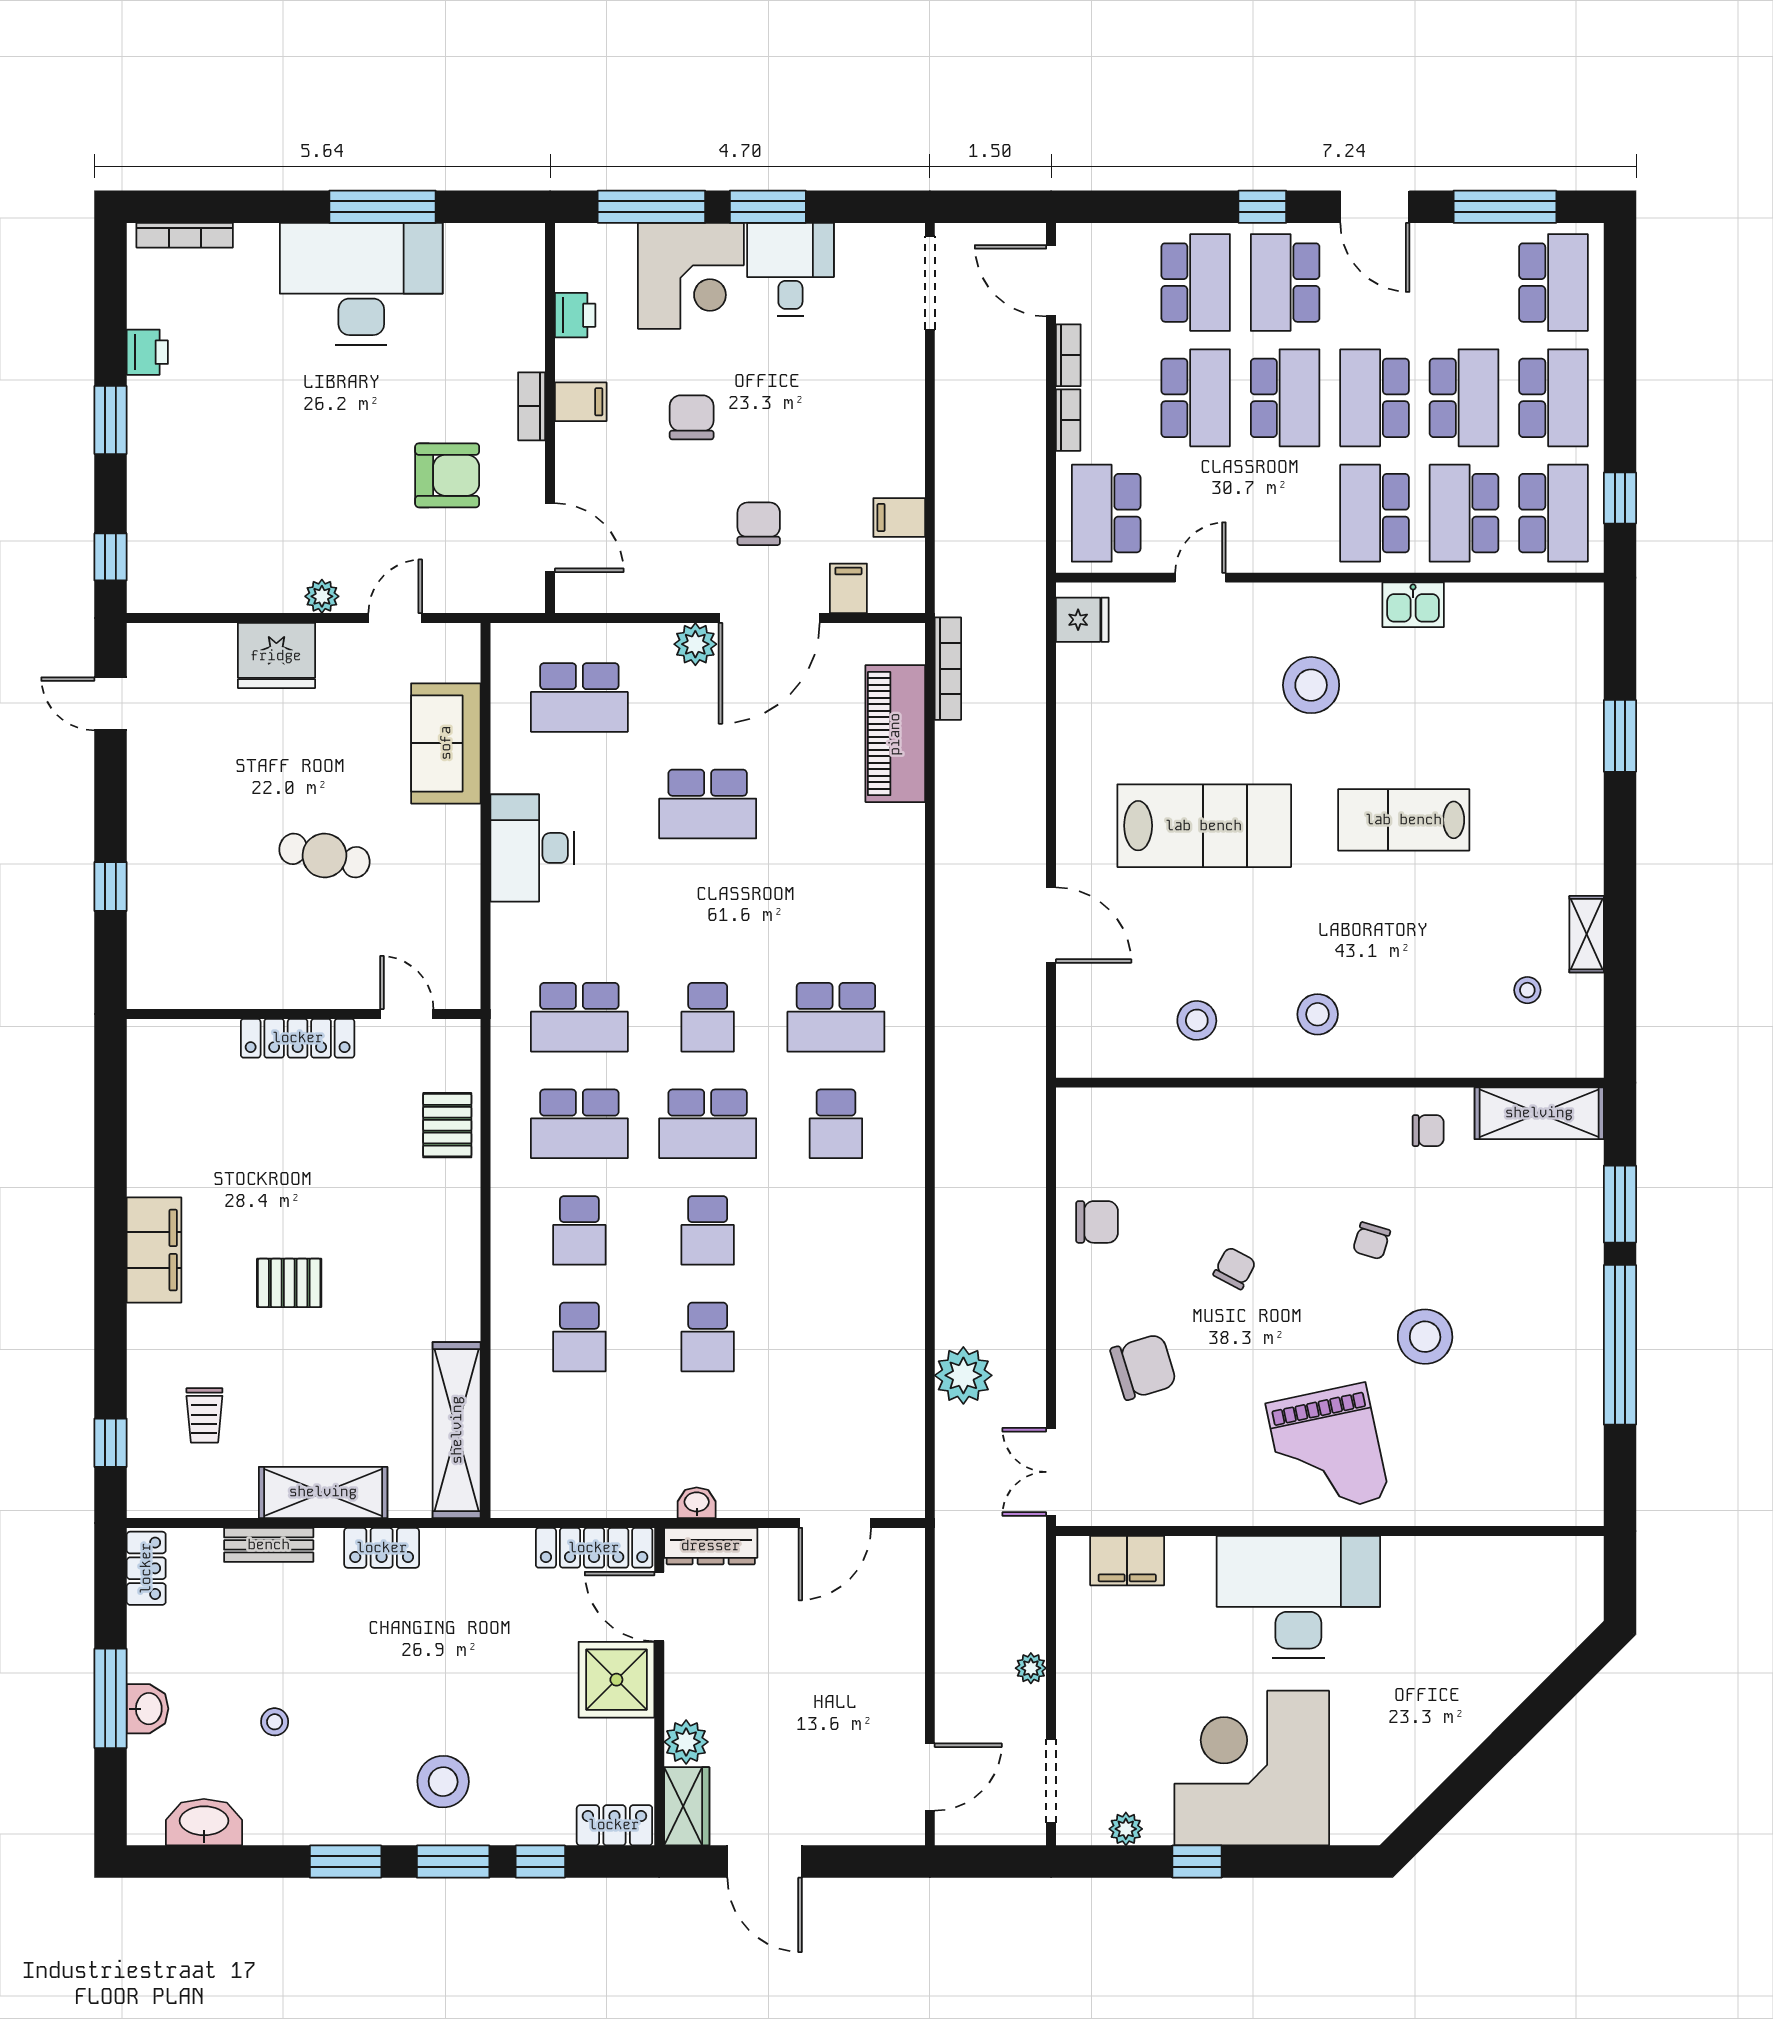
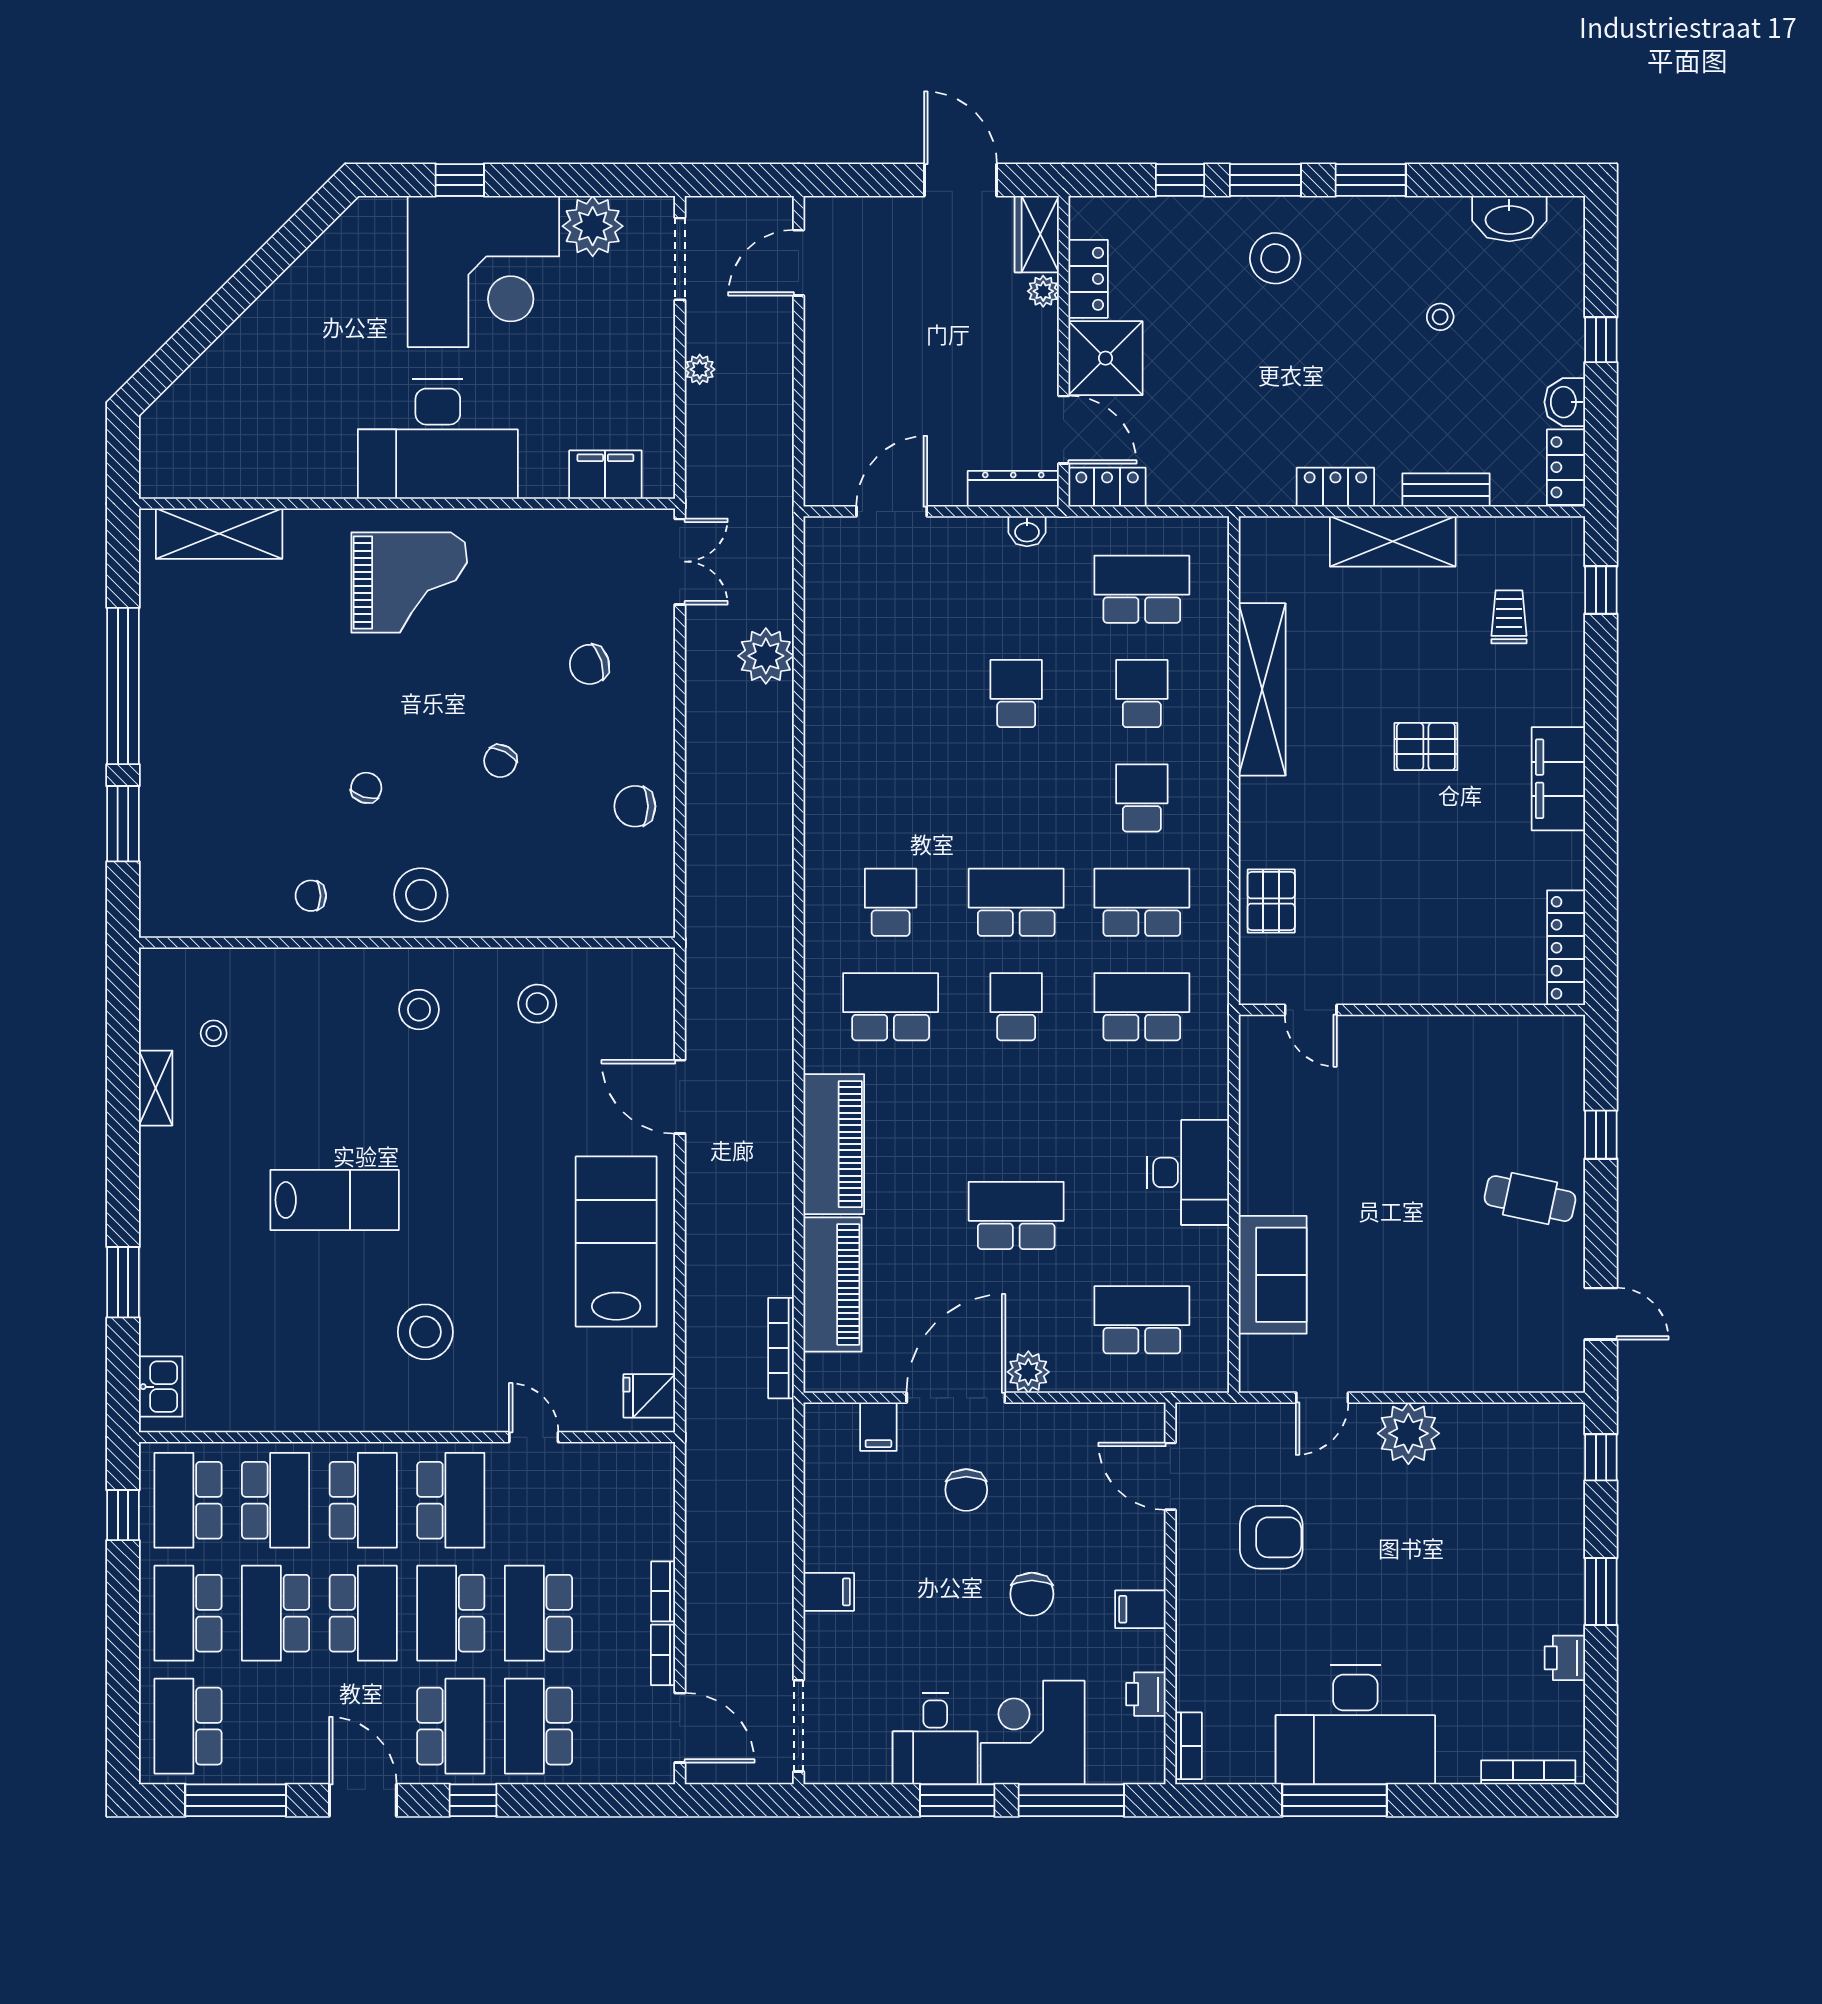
bookcase: (532, 406) -> (1189, 1746), moved
armchair: (447, 475) -> (1271, 1537), turned 180
school desk: (1106, 513) -> (451, 1500), moved
filing cabinet: (899, 517) -> (829, 1592), moved
door: (1200, 578) -> (534, 1437), swing flipped
plant: (322, 596) -> (1408, 1433), width x1.88, depth x1.88
kitchen sink: (1413, 605) -> (161, 1387), moved, turned 90
fridge: (276, 656) -> (1438, 1361), removed
lab bench: (1204, 826) -> (616, 1242), moved, turned 90
cafe table: (324, 856) -> (1530, 1199), moved
piano: (894, 877) -> (834, 1144), added
locker: (298, 1038) -> (1566, 948), moved, turned -90
shelving: (1539, 1113) -> (219, 534), moved
school desk: (708, 1230) -> (1142, 589), moved, width x1.85
stool: (1425, 1337) -> (421, 895), moved
chair: (1143, 1367) -> (589, 664), width x0.73, depth x0.73
shelving: (457, 1430) -> (1262, 689), moved
grand piano: (1328, 1450) -> (409, 582), turned 102
locker: (594, 1548) -> (1107, 487), width x0.66
window: (111, 1698) -> (1601, 340), width x0.46
washbasin: (148, 1709) -> (1565, 402), moved
plant: (686, 1742) -> (1043, 291), width x0.73, depth x0.73
locker: (614, 1825) -> (1088, 279), moved, turned -90
plant: (1126, 1829) -> (593, 226), width x1.88, depth x1.88
window: (1197, 1862) -> (460, 180), moved

